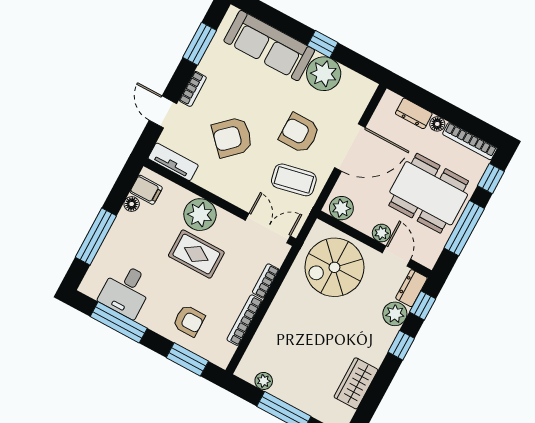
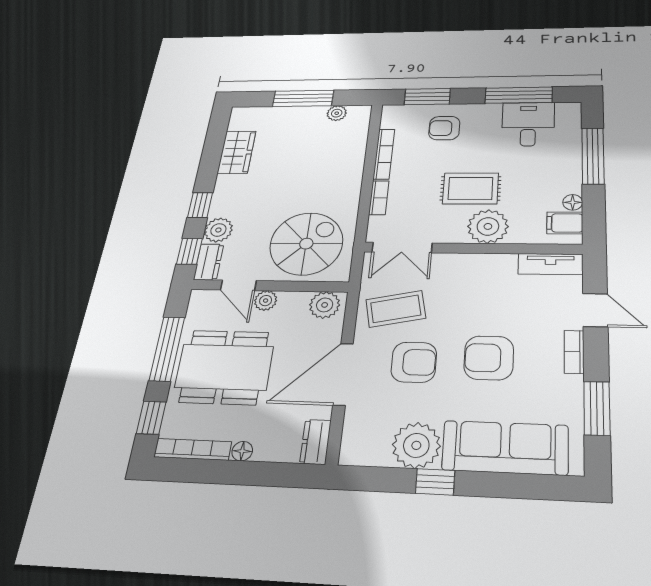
dresser: (414, 113) -> (315, 442), moved, turned -90
armchair: (232, 137) -> (489, 358), moved, turned -137

